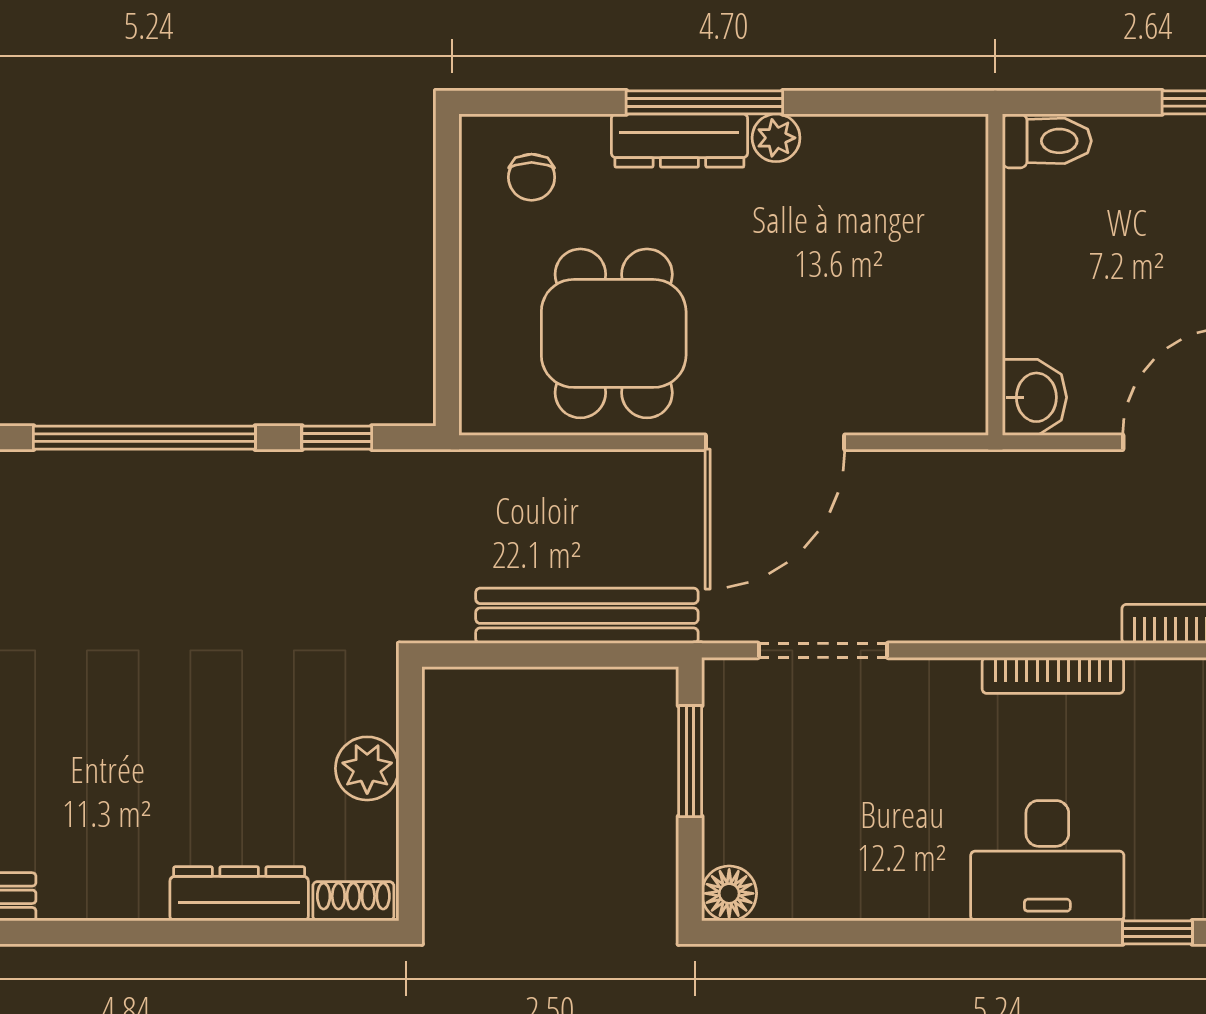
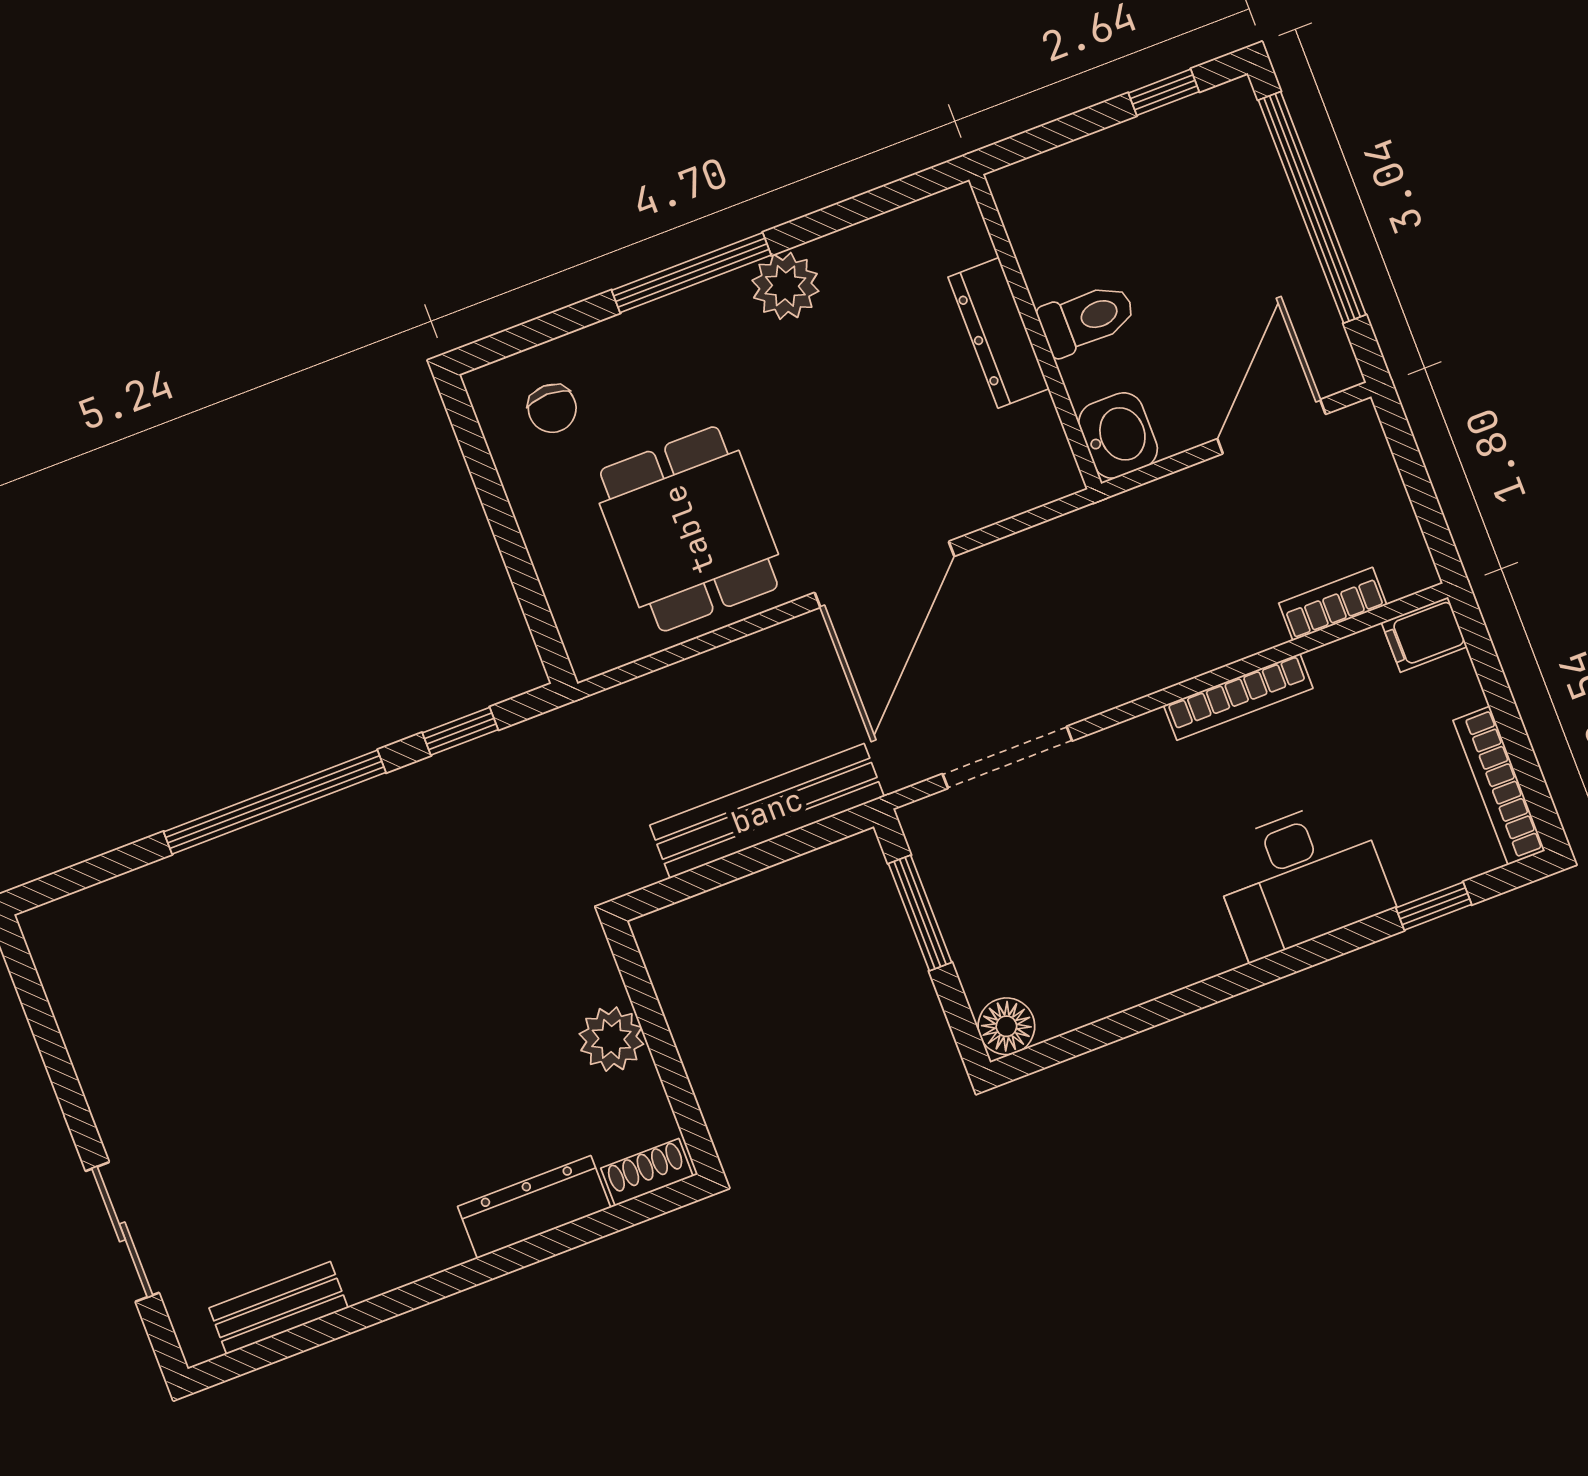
plant: (776, 138) -> (785, 286), width x1.38, depth x1.38
dresser: (679, 141) -> (999, 333), moved, turned 90
toilet: (1047, 141) -> (1087, 319), moved

